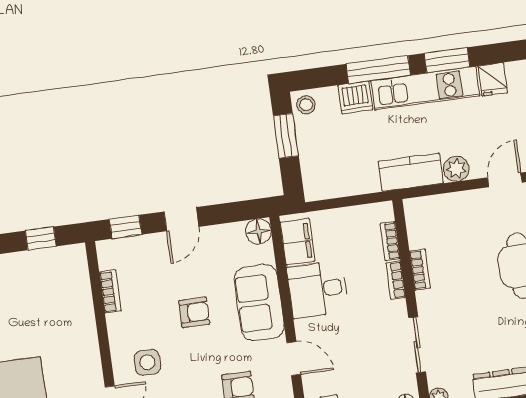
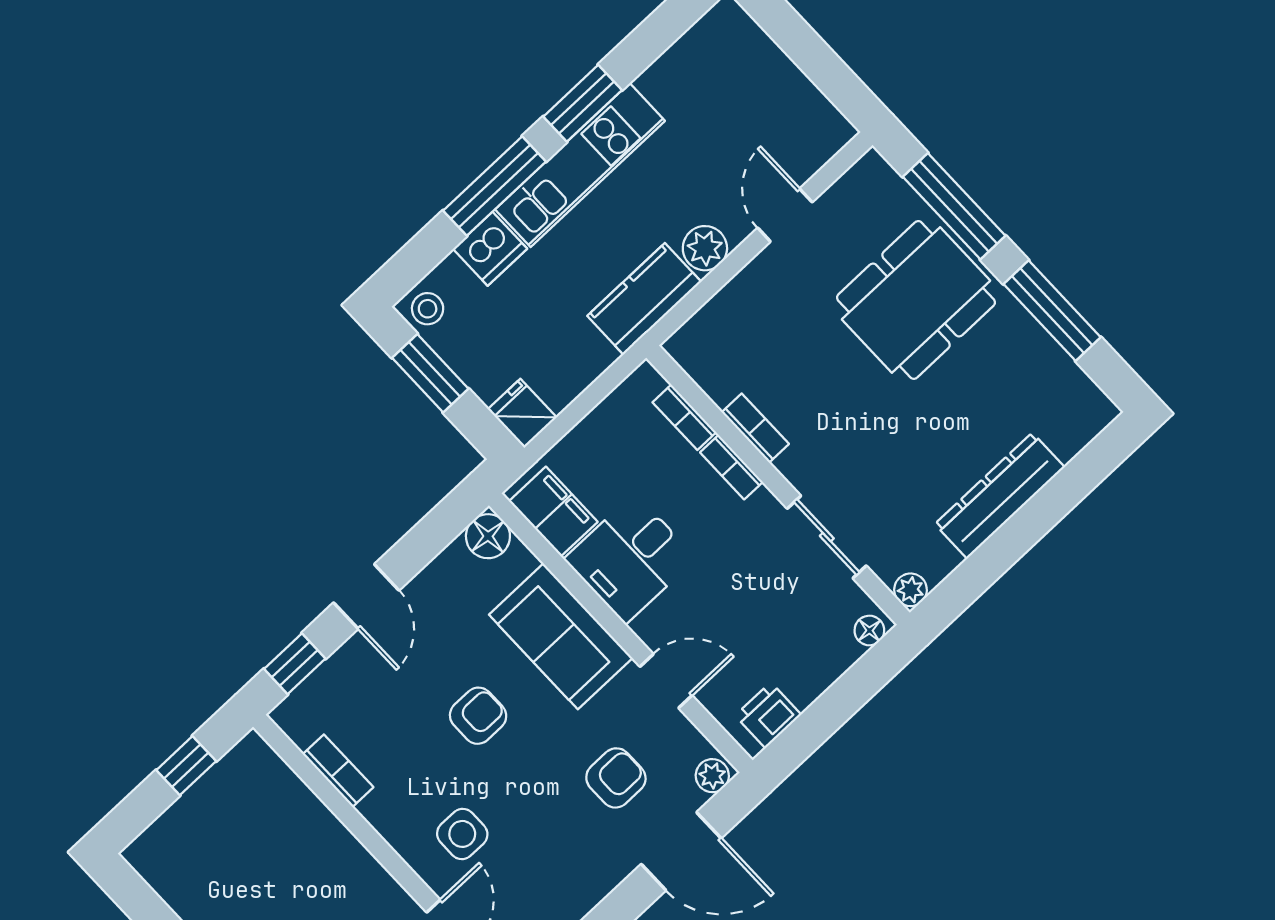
fridge: (493, 79) -> (522, 413), moved, turned 180

